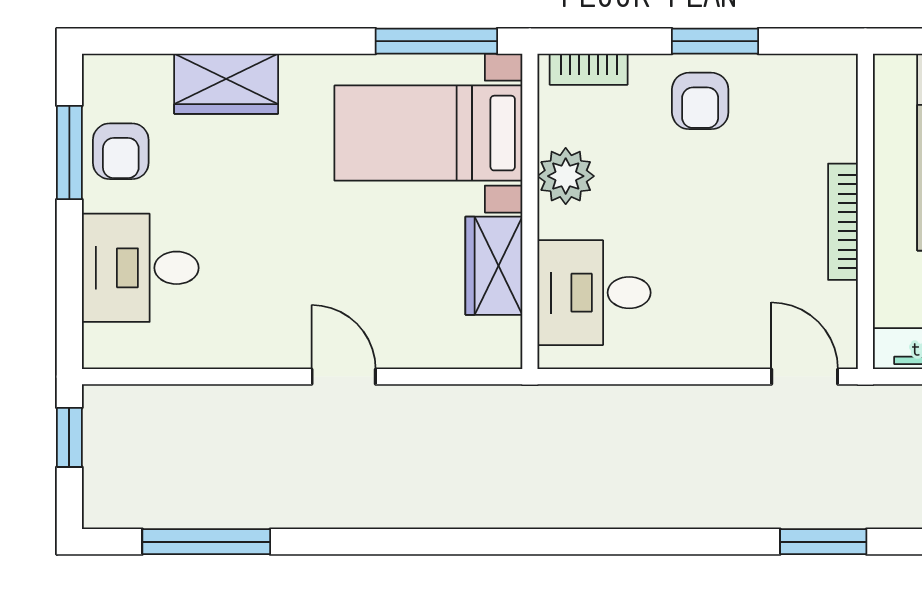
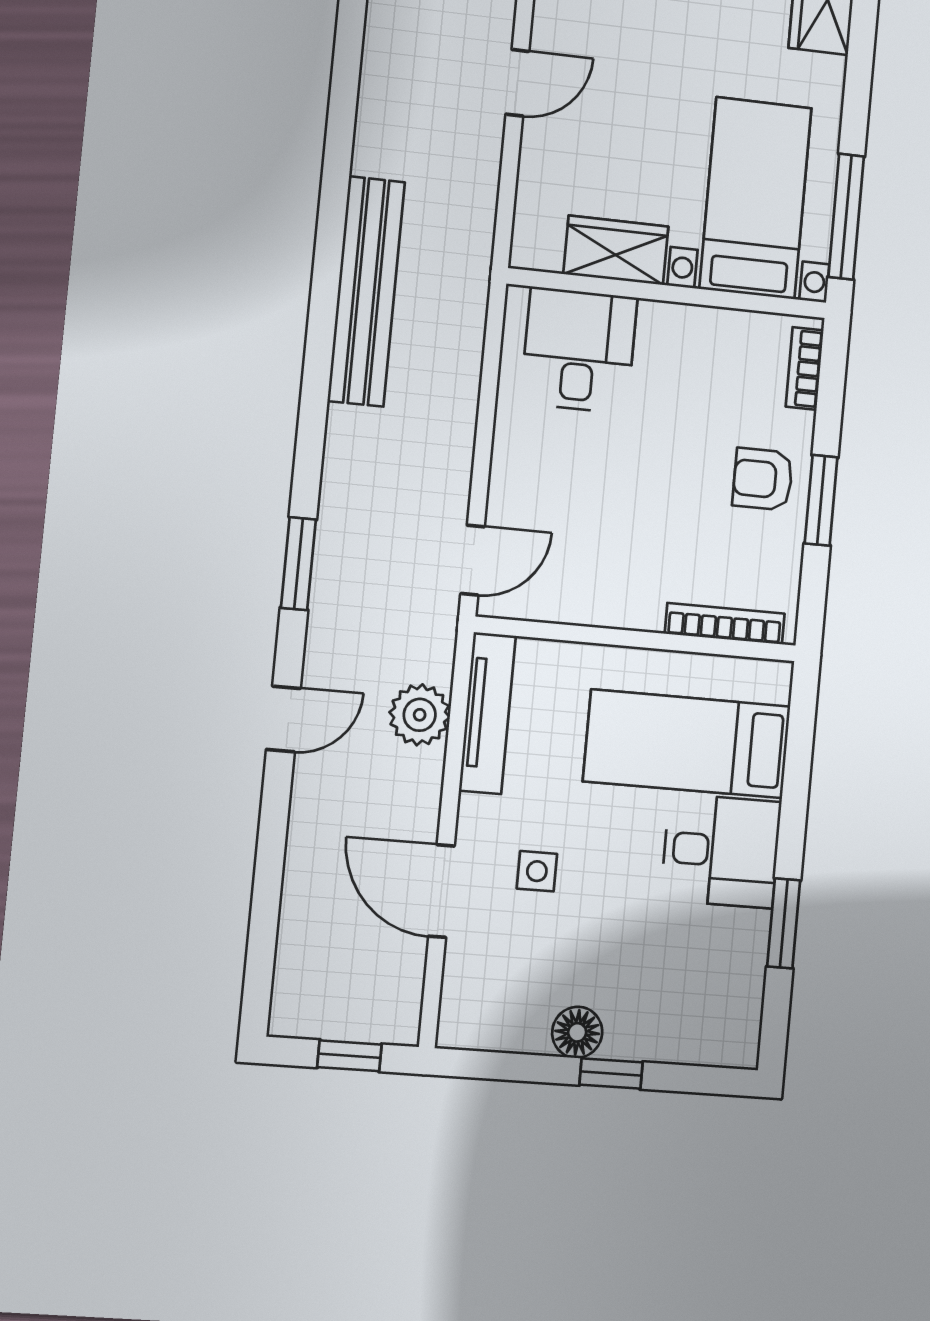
plant: (566, 176) -> (700, 334), removed
bookcase: (843, 222) -> (725, 624), moved
bench: (559, 502) -> (366, 291), added

